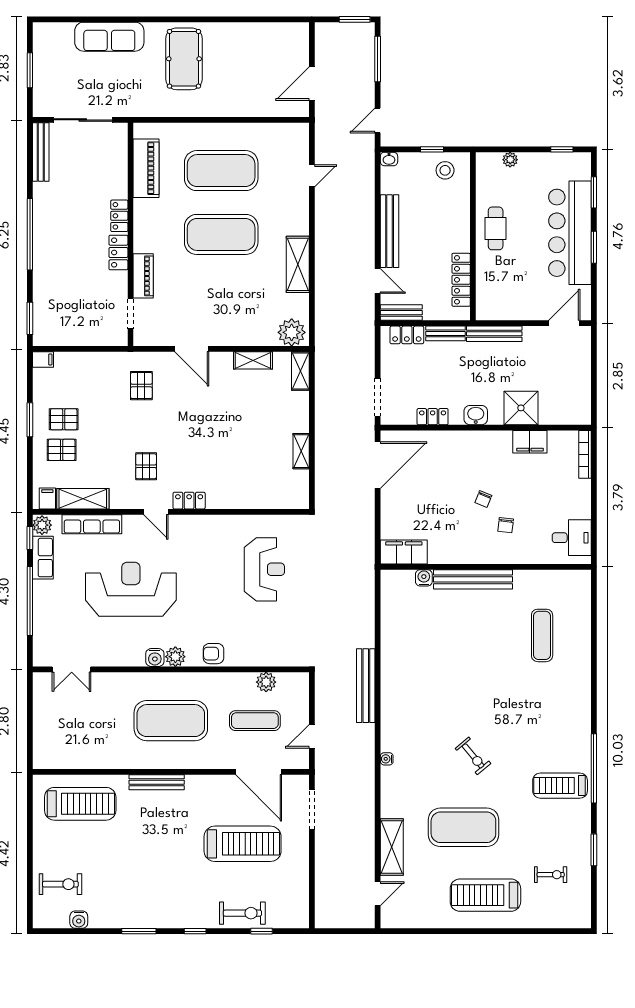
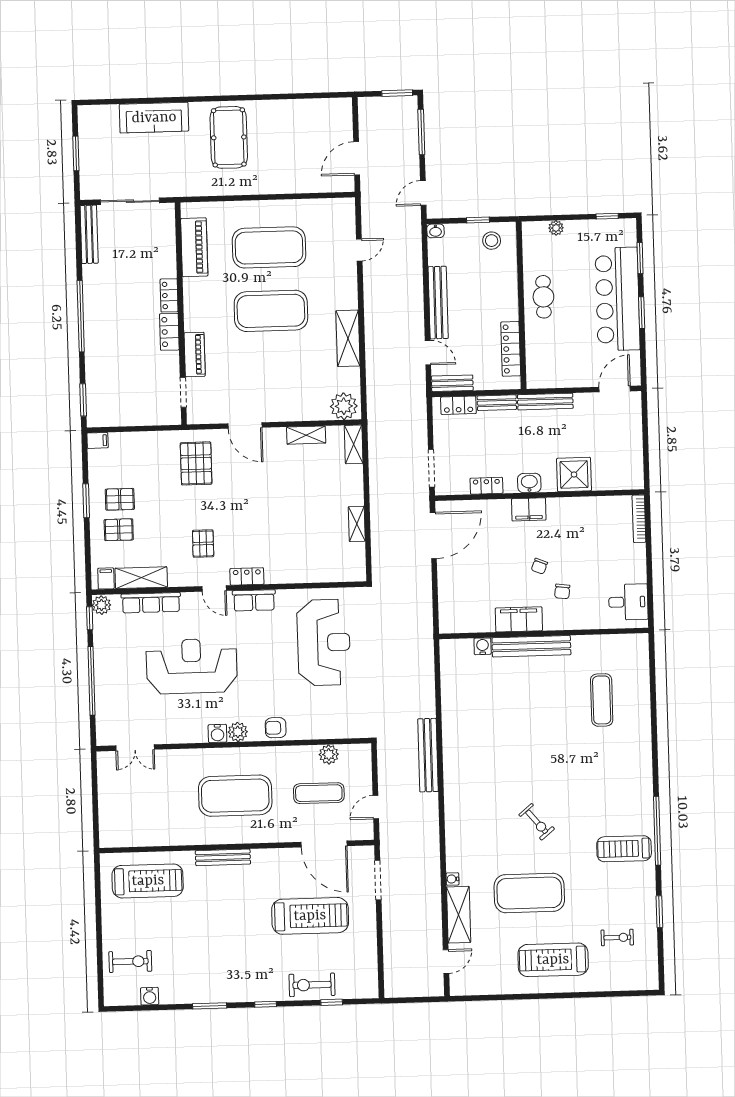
pallet: (141, 386) -> (196, 463), width x1.50, depth x1.42
filing cabinet: (530, 442) -> (529, 509), moved
filing cabinet: (404, 552) -> (519, 619), moved
row of seats: (43, 558) -> (254, 600), moved, turned 90
reception desk: (264, 569) -> (324, 642), width x1.36, depth x1.30
water cooler: (387, 759) -> (452, 879), moved
exercise bike: (242, 913) -> (312, 985), turned 180

